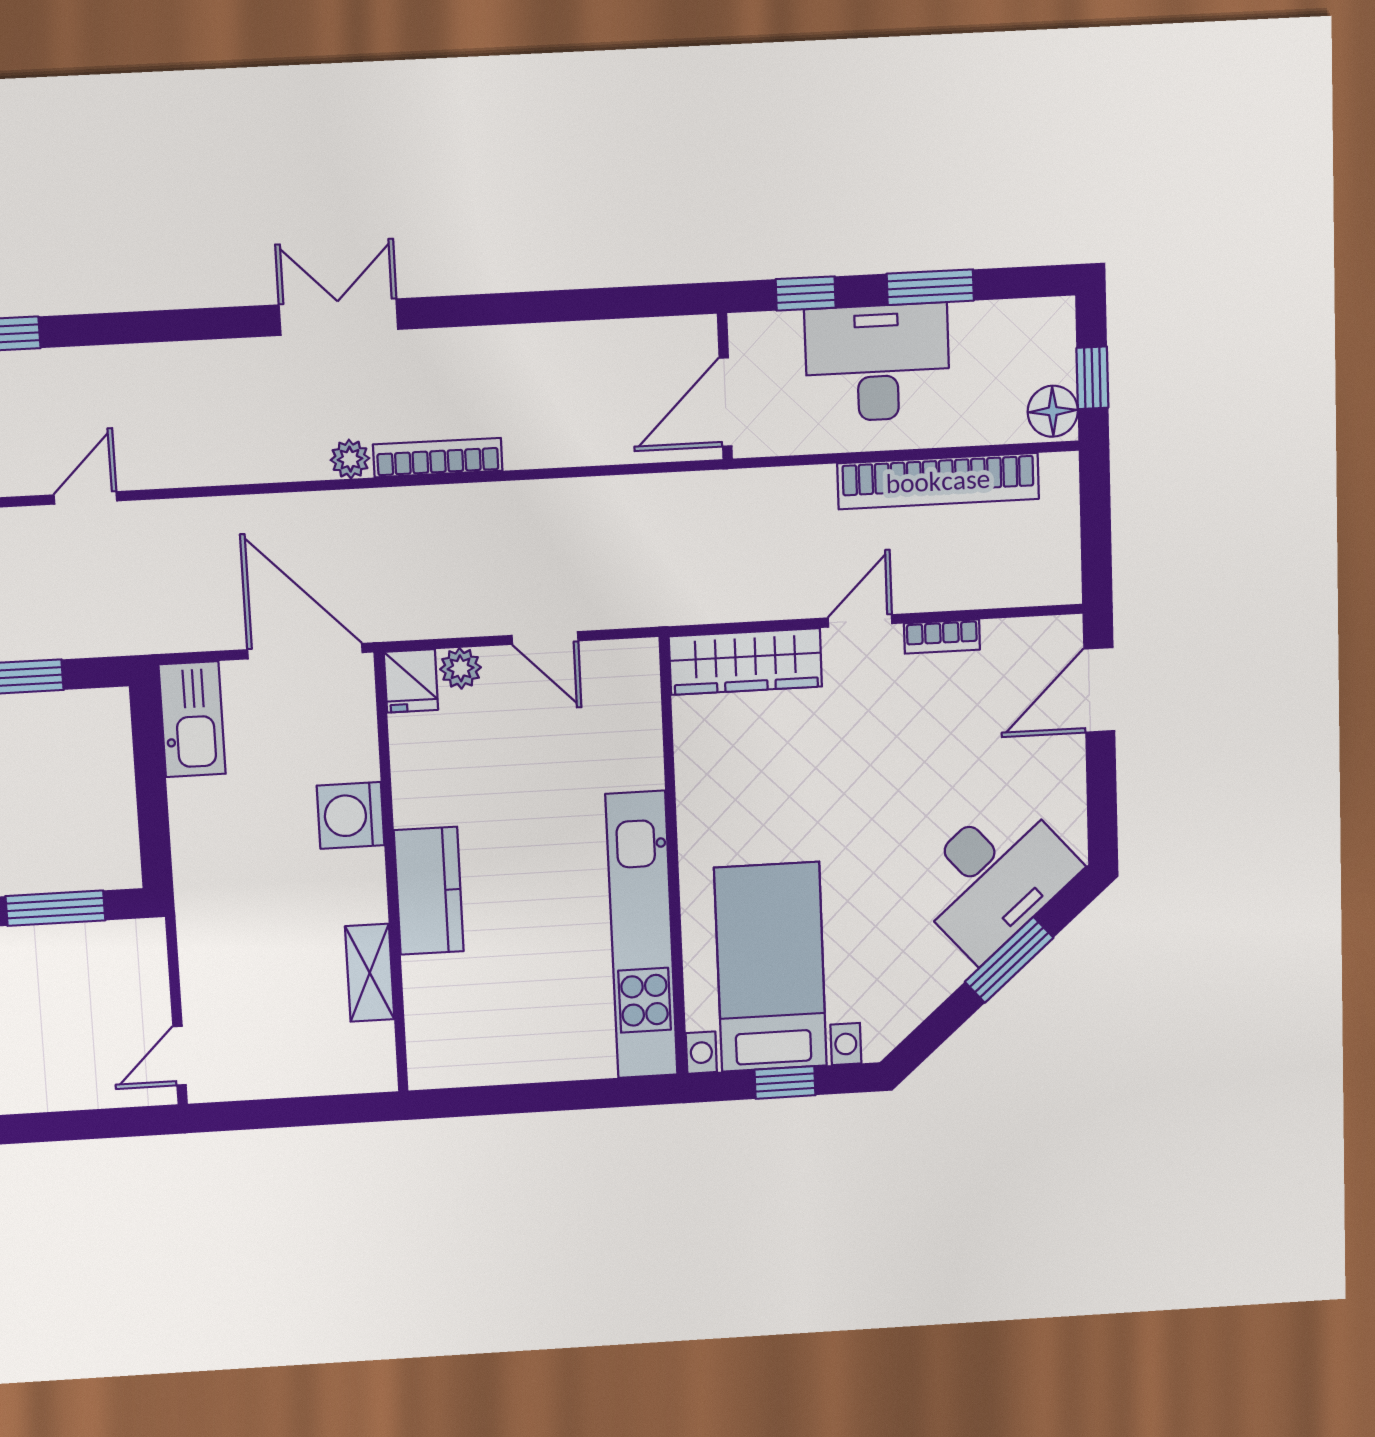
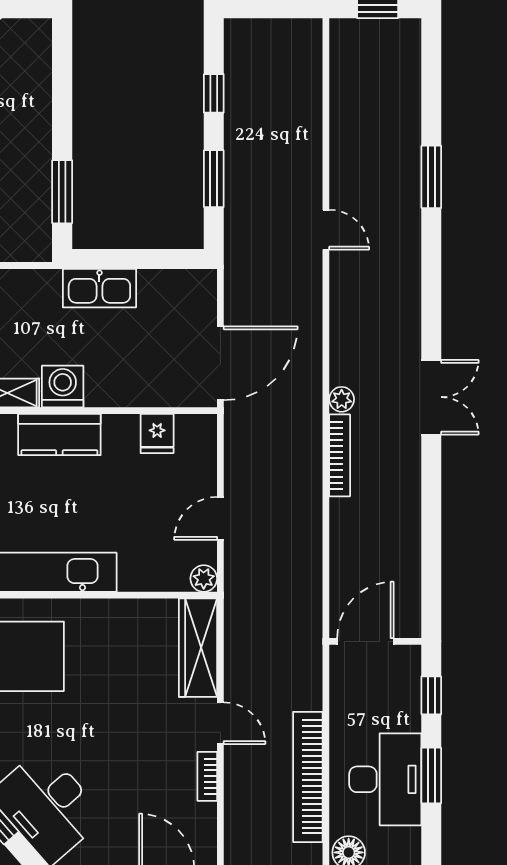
desk: (877, 363) -> (385, 779), moved
door: (725, 402) -> (365, 641), hinge flipped
plant: (461, 668) -> (204, 579), moved
fridge: (411, 681) -> (157, 434), moved, turned -90
kitchen sink: (192, 719) -> (99, 288), moved
washing machine: (351, 815) -> (63, 386), moved

